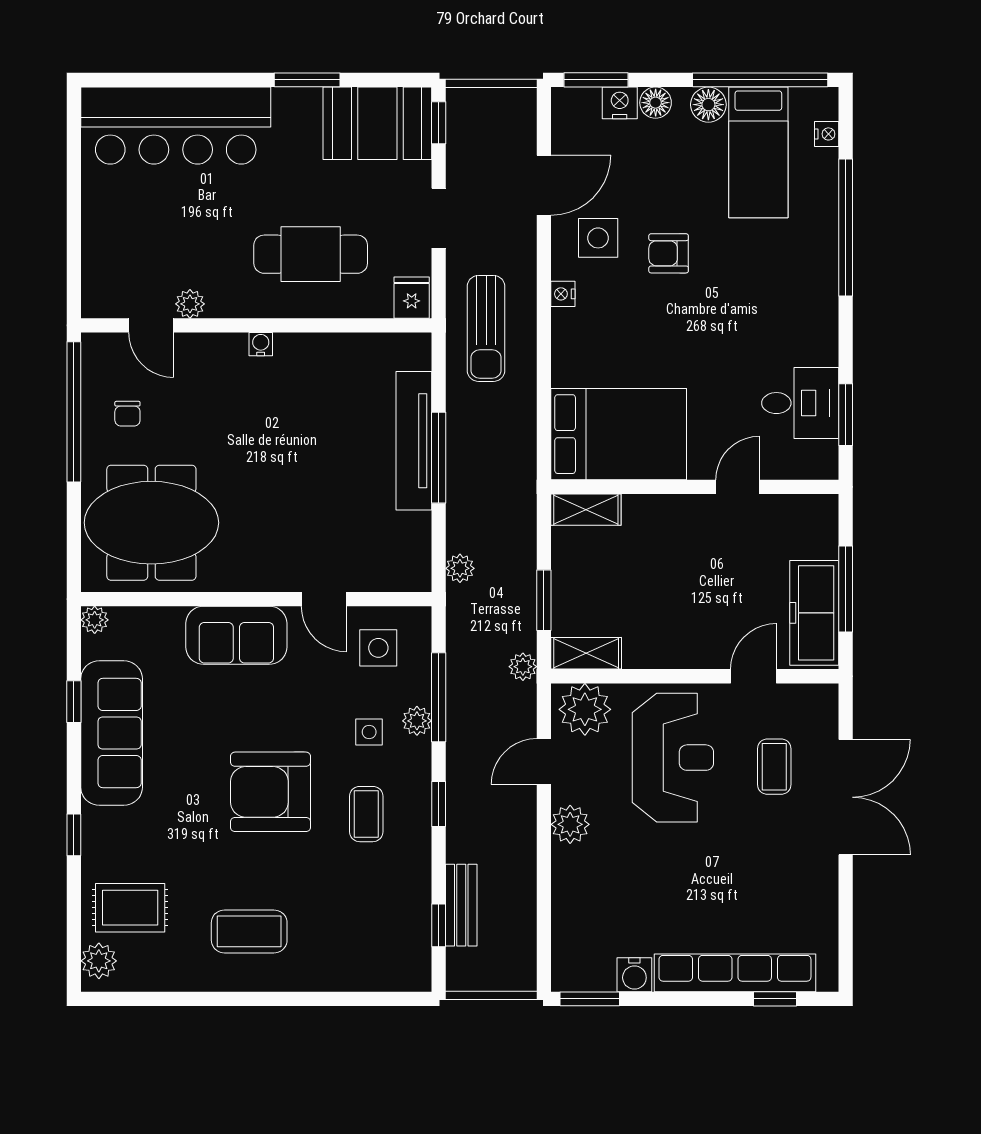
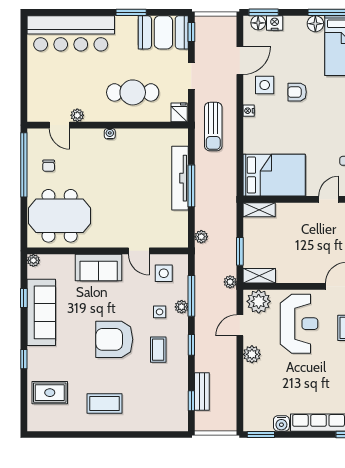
floor lamp: (656, 103) -> (258, 23), moved
plant: (99, 961) -> (35, 417), removed

